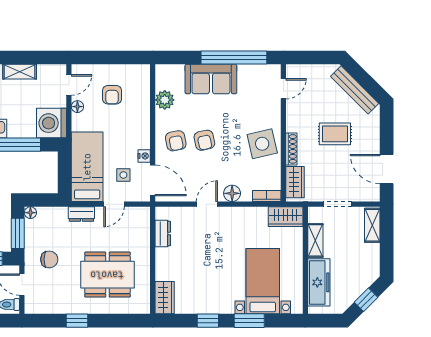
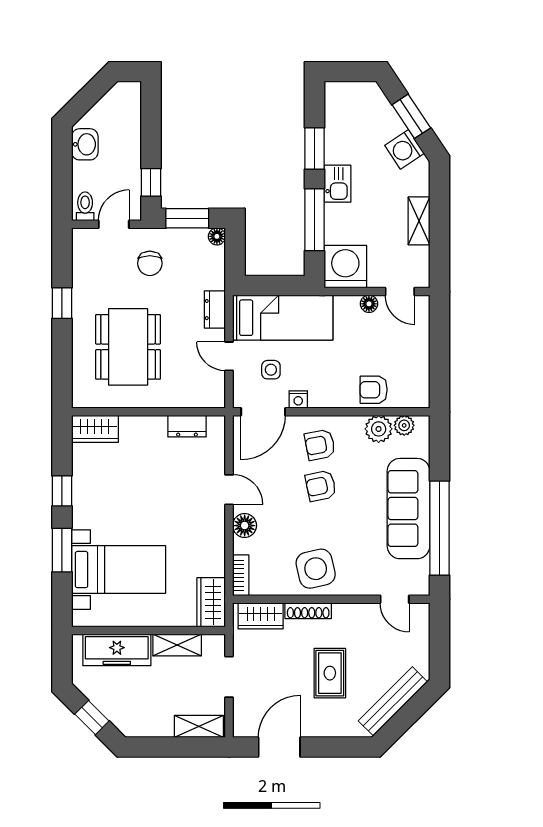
sofa: (211, 79) -> (408, 509), width x1.36
plant: (162, 82) -> (404, 425), added
armchair: (112, 95) -> (374, 390), moved

